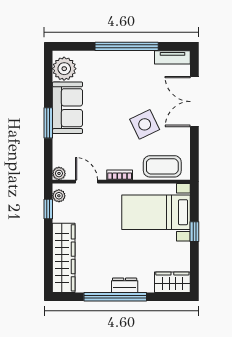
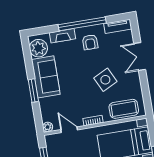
fireplace: (98, 58) -> (62, 36), added
armchair: (133, 72) -> (90, 42), added
double door: (194, 102) -> (140, 56), width x0.73
plant: (59, 196) -> (50, 144), removed

